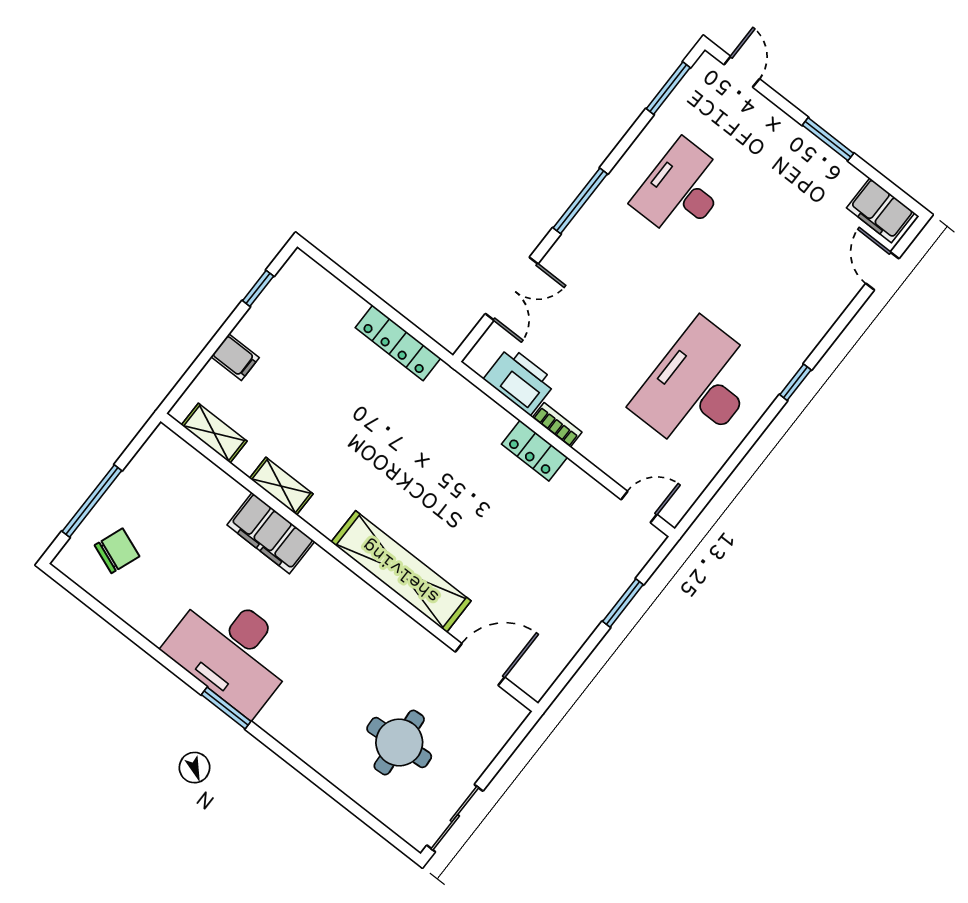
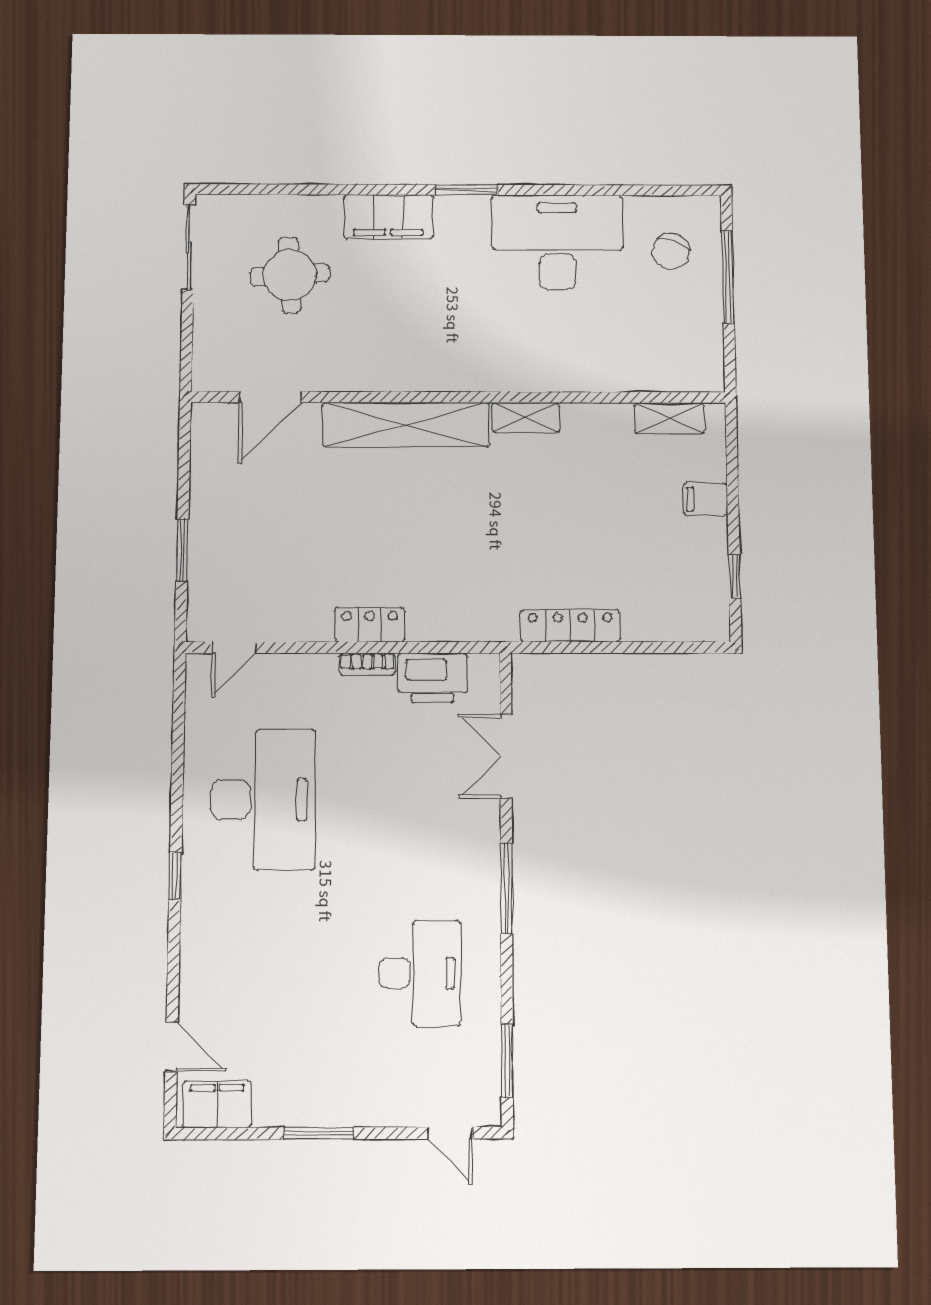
shelving: (281, 486) -> (526, 417), moved
filing cabinet: (271, 533) -> (388, 217), moved, turned 180
desk: (232, 651) -> (557, 242), moved

